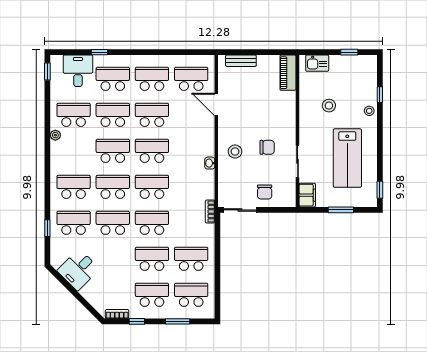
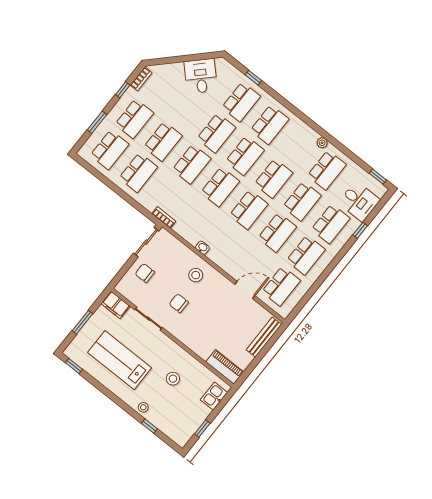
bench: (241, 61) -> (264, 337), width x1.36
chair: (267, 147) -> (179, 303), turned 90

